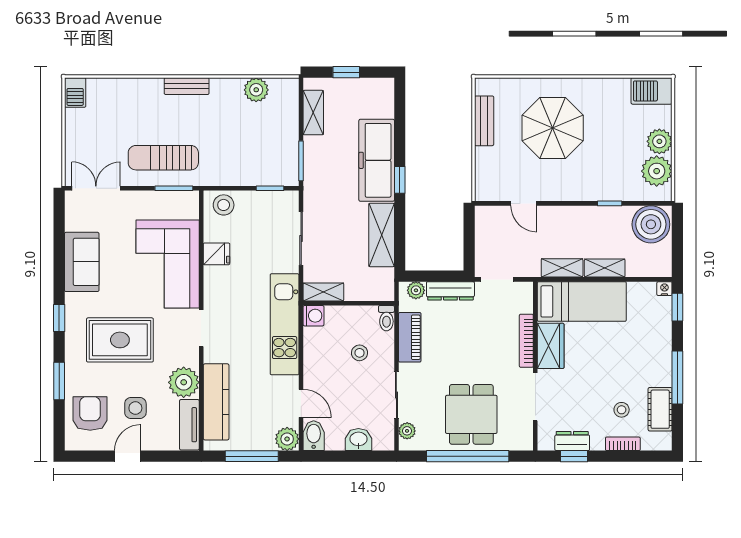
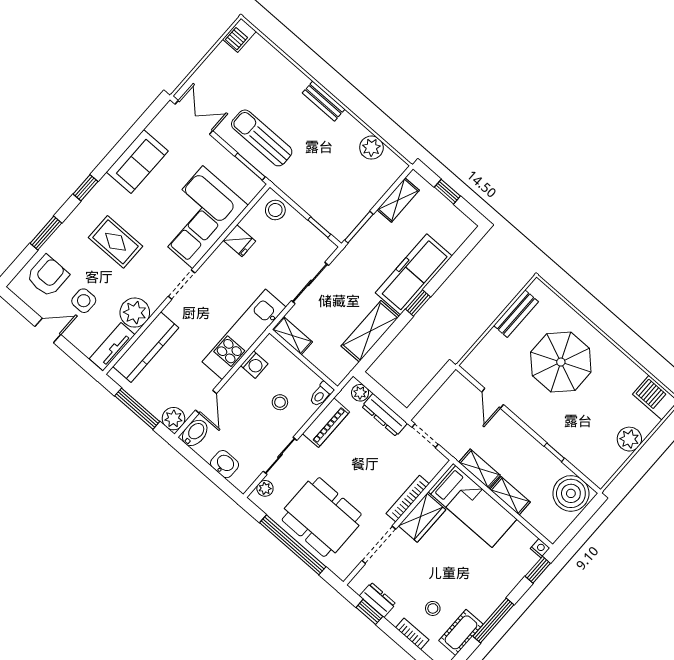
plant: (657, 171) -> (609, 459), removed
washing machine: (313, 316) -> (254, 365), moved
rug: (120, 340) -> (116, 242), width x0.73, depth x0.70
dining table: (471, 414) -> (322, 517), width x1.37

